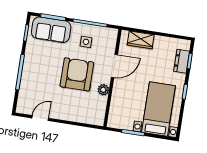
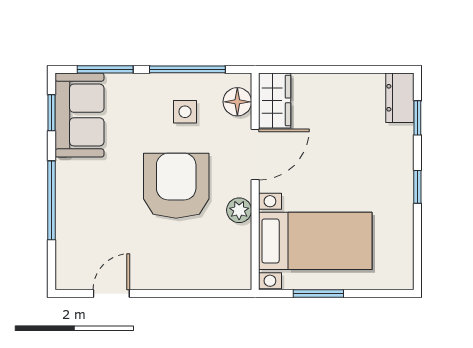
sofa: (51, 30) -> (79, 115), moved, turned -90
wardrobe: (141, 40) -> (275, 100), moved, turned -90
floor lamp: (110, 41) -> (237, 102), added
dresser: (182, 61) -> (400, 98), moved
bed with nightstands: (159, 109) -> (315, 241), moved, turned 90

